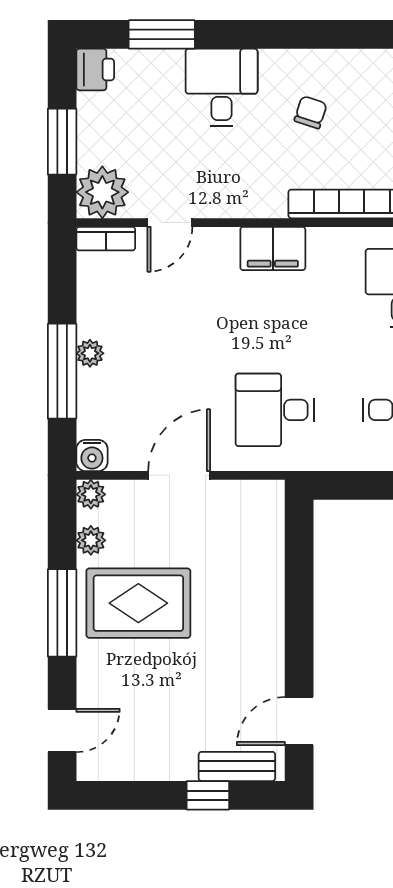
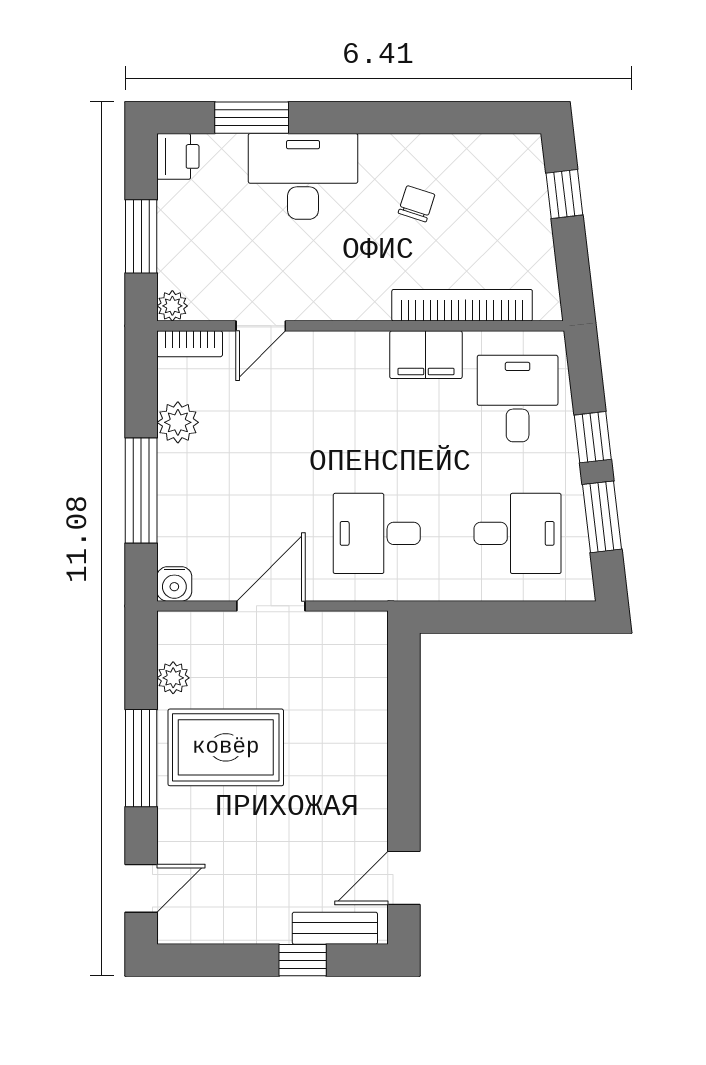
desk: (222, 88) -> (303, 176), width x1.37
plant: (102, 192) -> (172, 306), width x0.53, depth x0.53
filing cabinet: (273, 249) -> (426, 355), moved
plant: (90, 353) -> (178, 422), moved, width x1.38, depth x1.38
plant: (91, 494) -> (173, 627), removed

